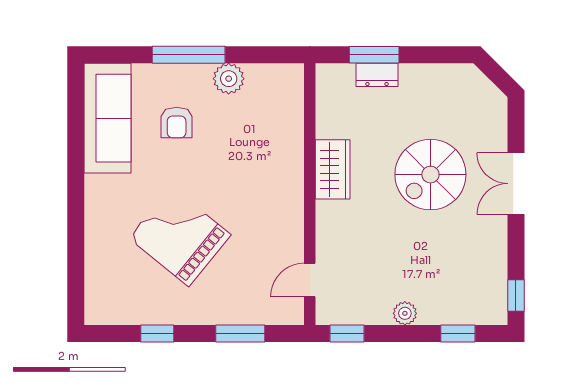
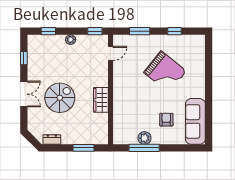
window: (189, 55) -> (144, 148), moved
dresser: (377, 75) -> (52, 140), moved
window: (516, 296) -> (24, 58), moved

